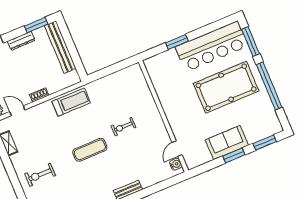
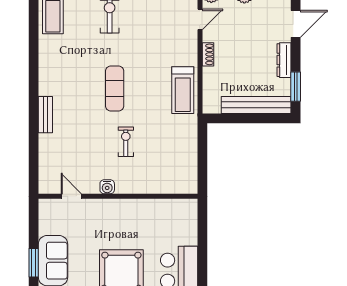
window: (177, 42) -> (202, 251), removed
water cooler: (176, 164) -> (107, 187), moved

